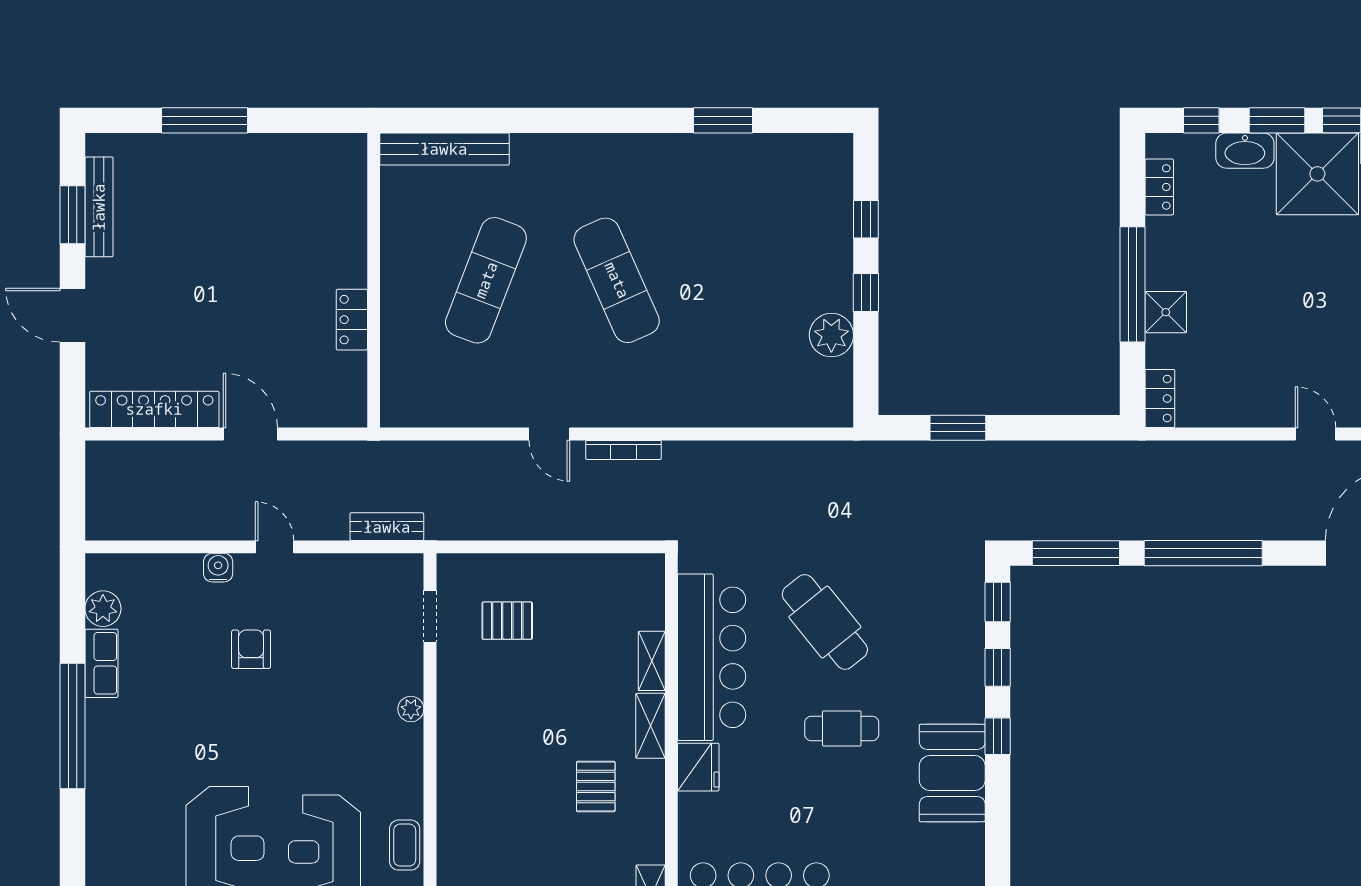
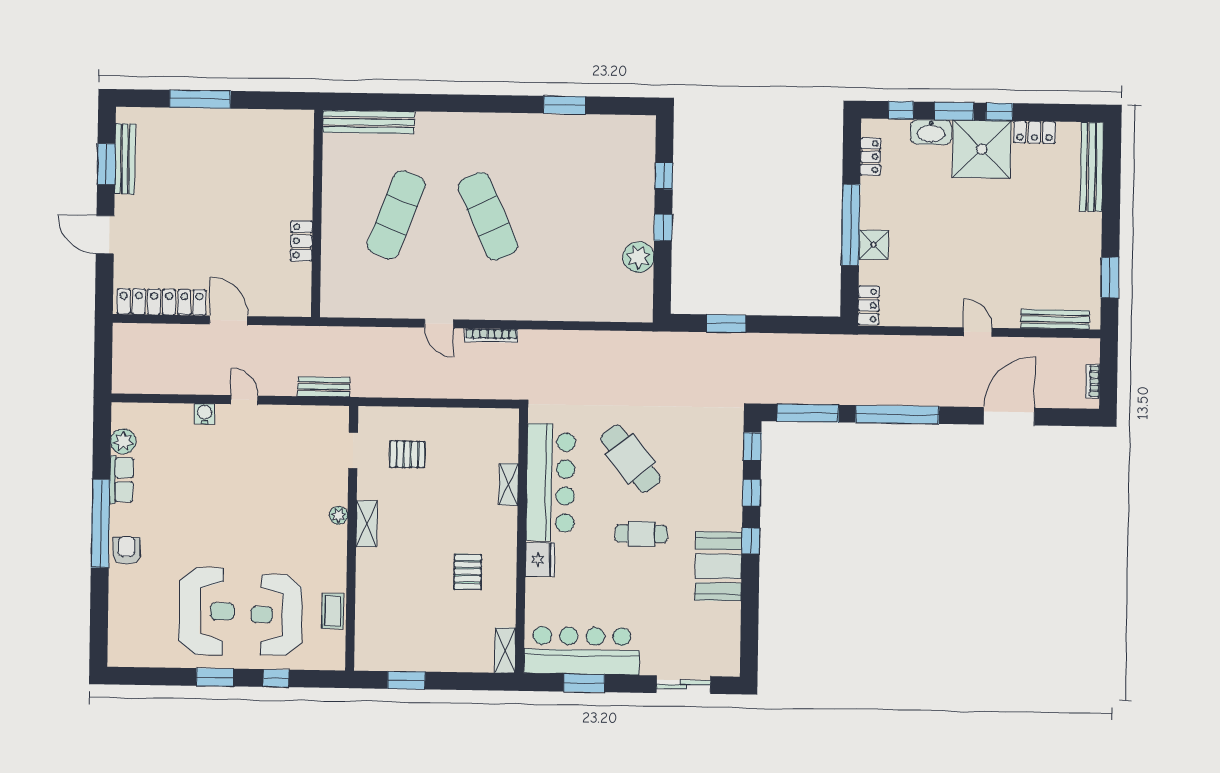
armchair: (251, 649) -> (126, 551), moved
shelving: (651, 726) -> (367, 524), moved

